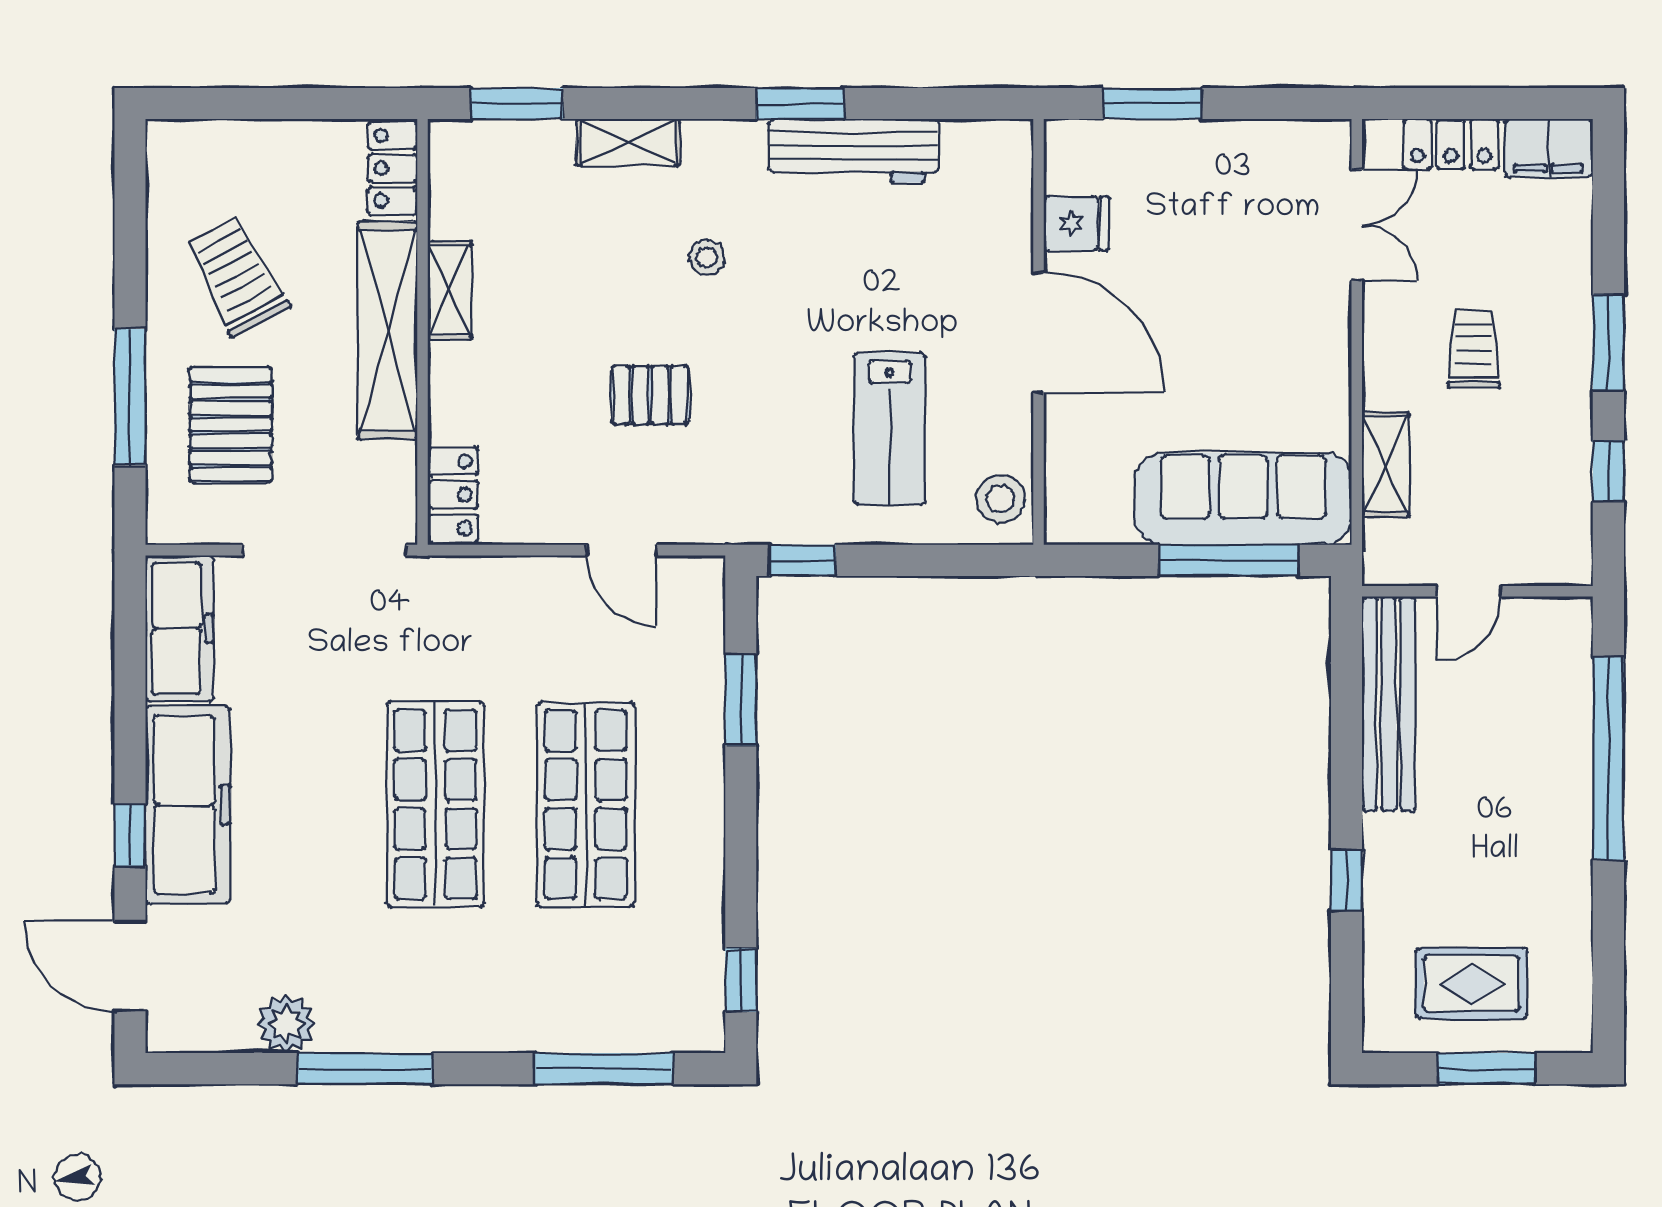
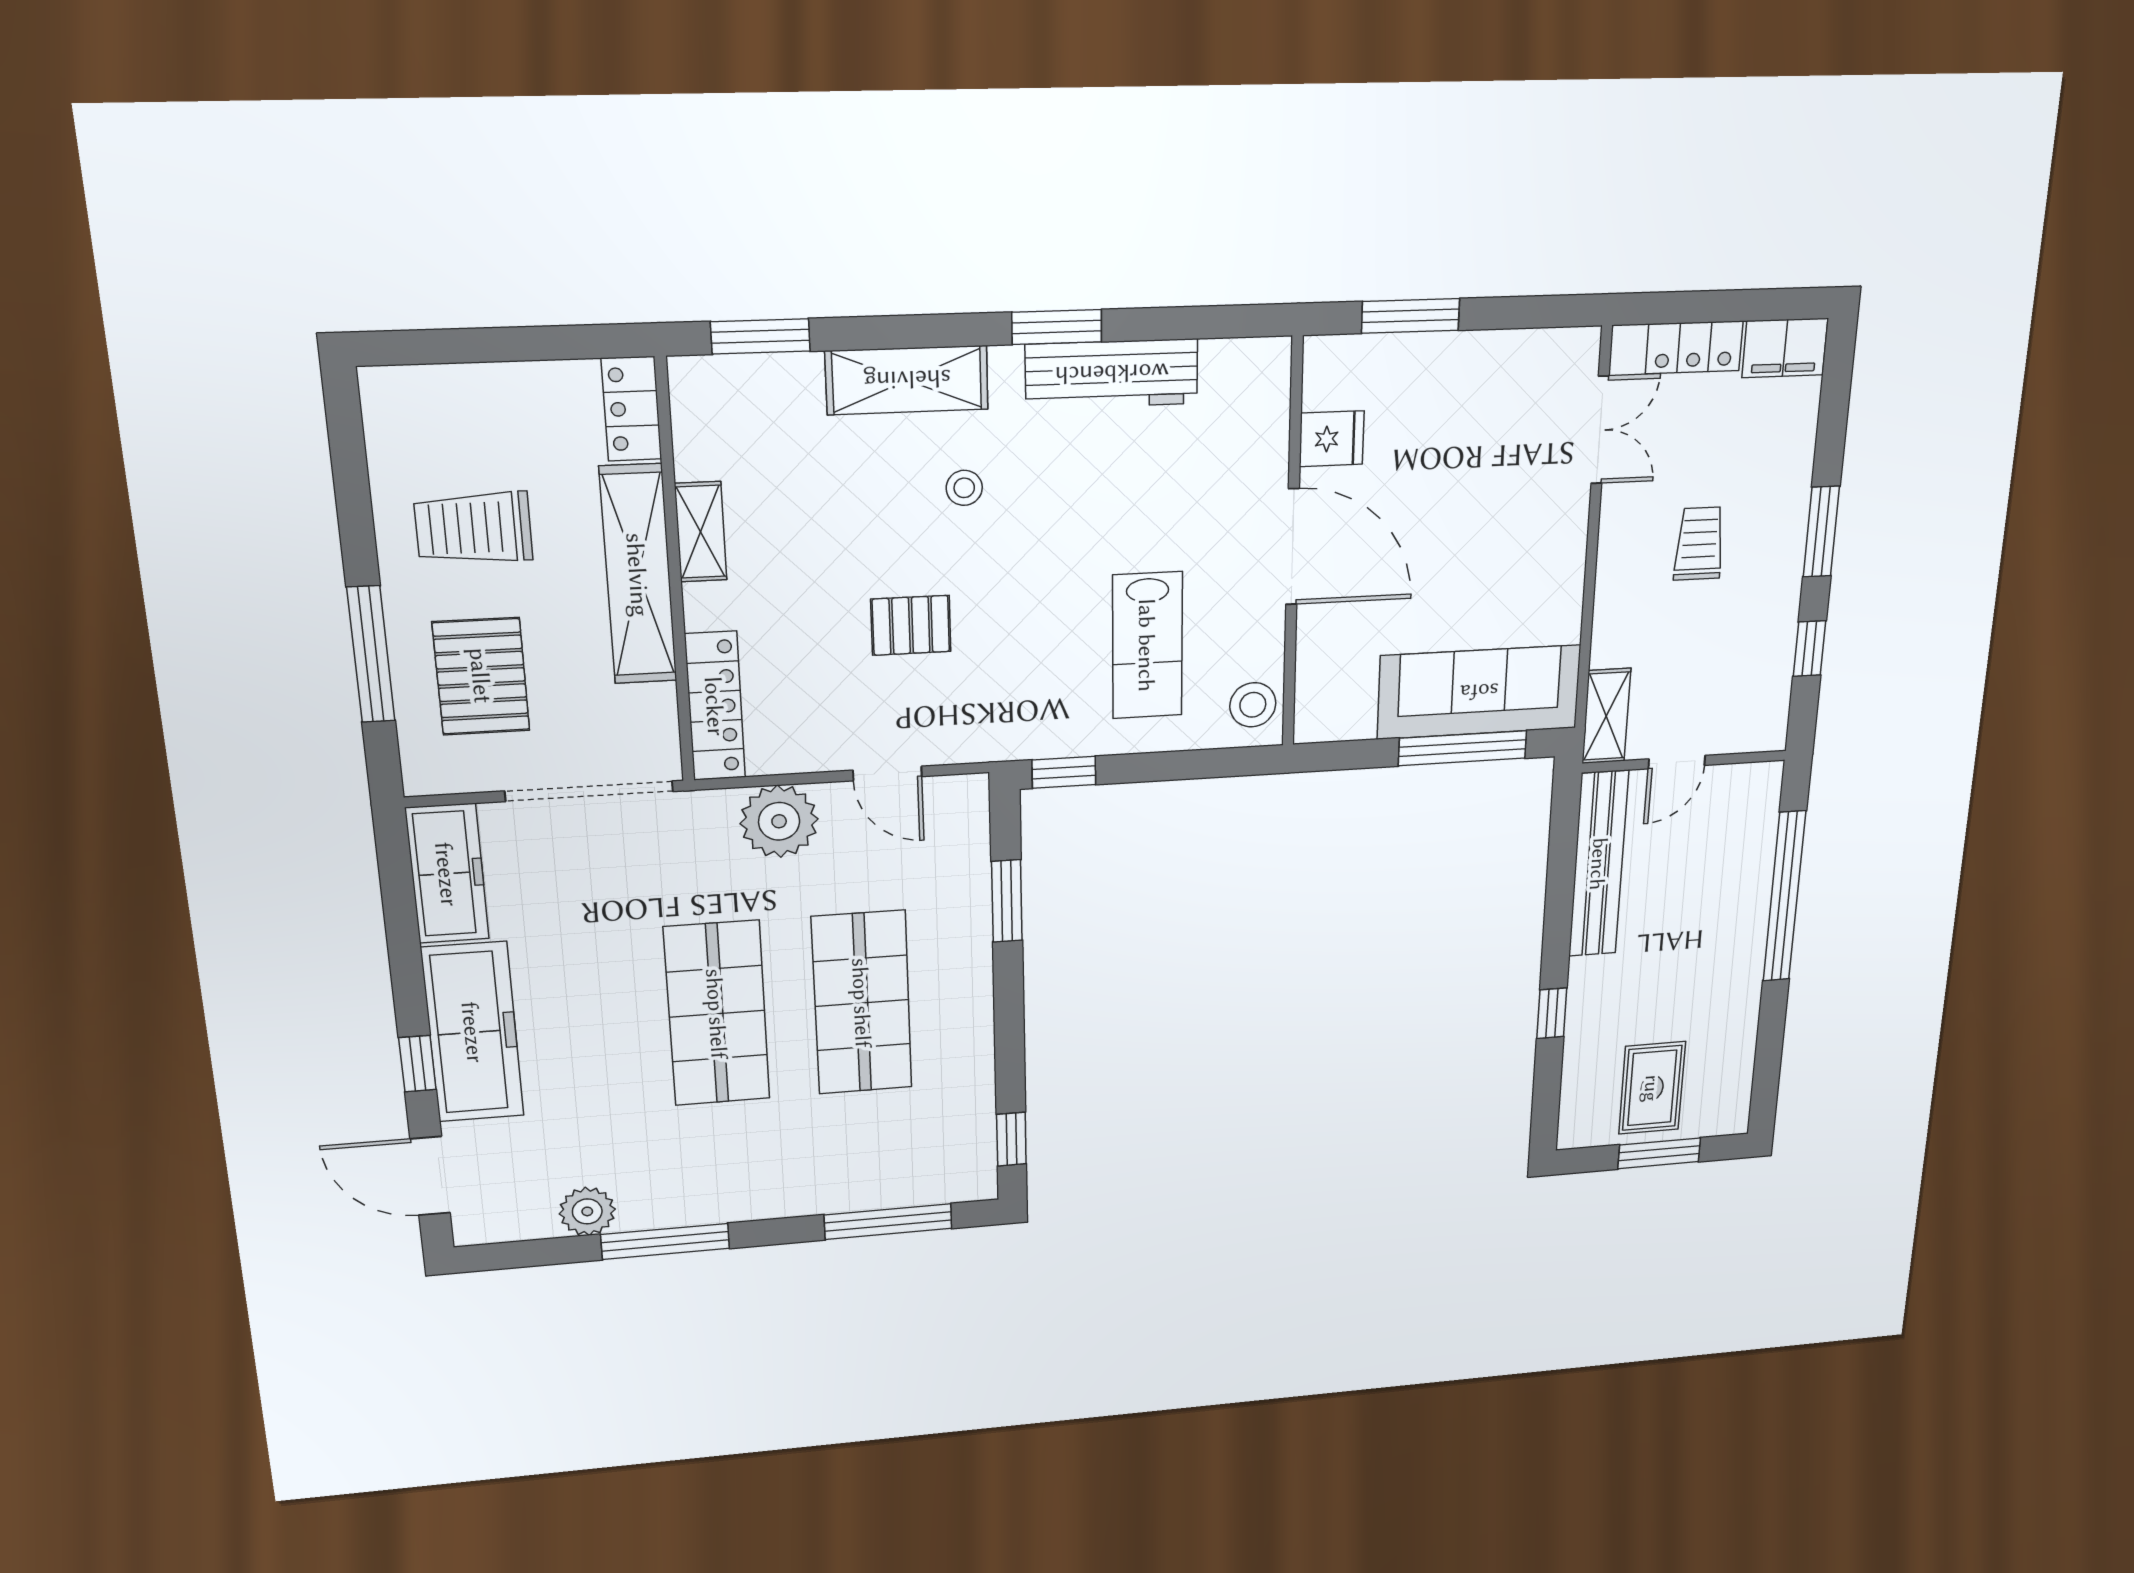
shelving: (628, 142) -> (907, 380), width x1.50, depth x1.33
trolley: (237, 277) -> (474, 528), turned -62
shelving: (1385, 464) -> (1606, 716), moved
locker: (453, 495) -> (715, 706), width x1.53
plant: (510, 595) -> (779, 821), added
rug: (1472, 984) -> (1652, 1088), turned 90

